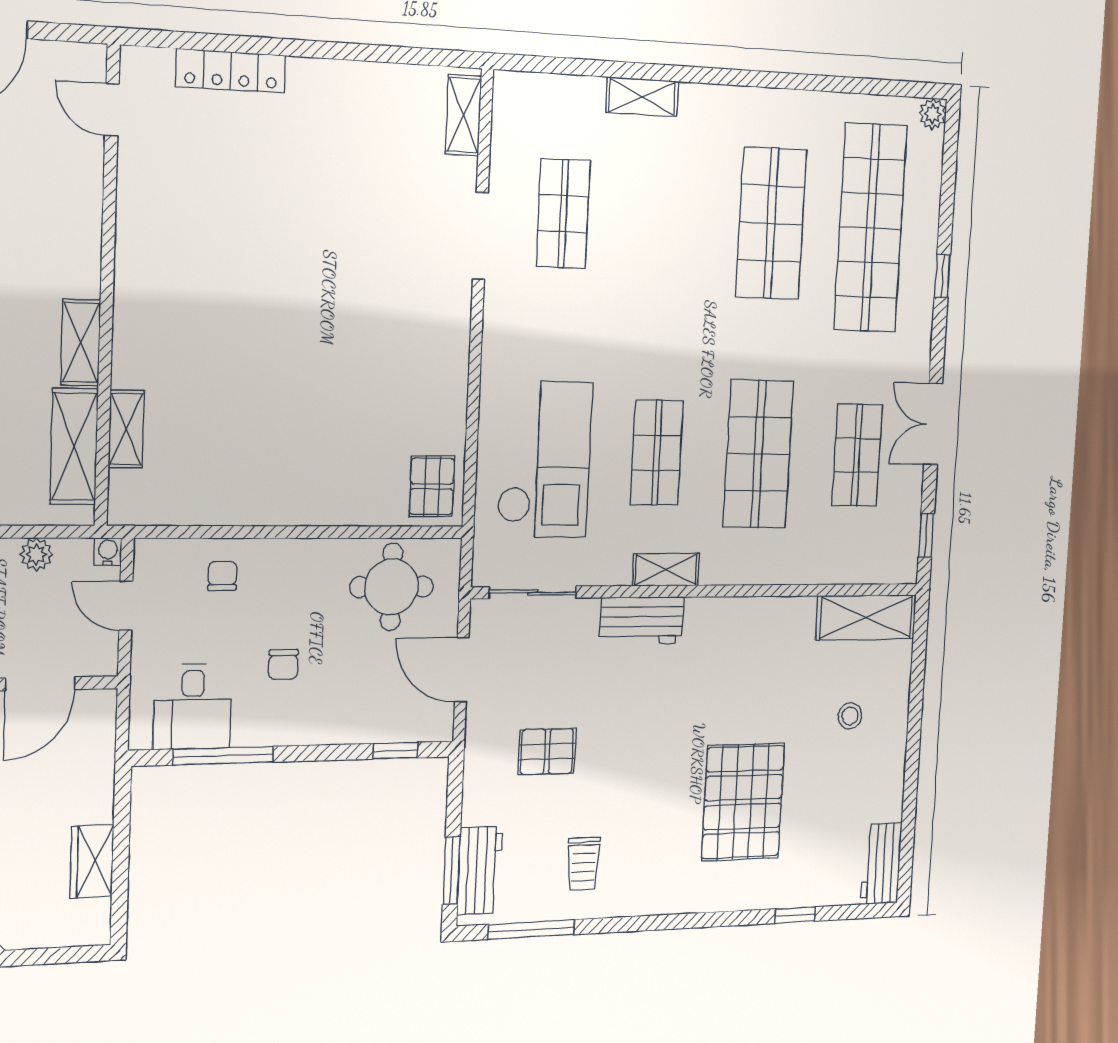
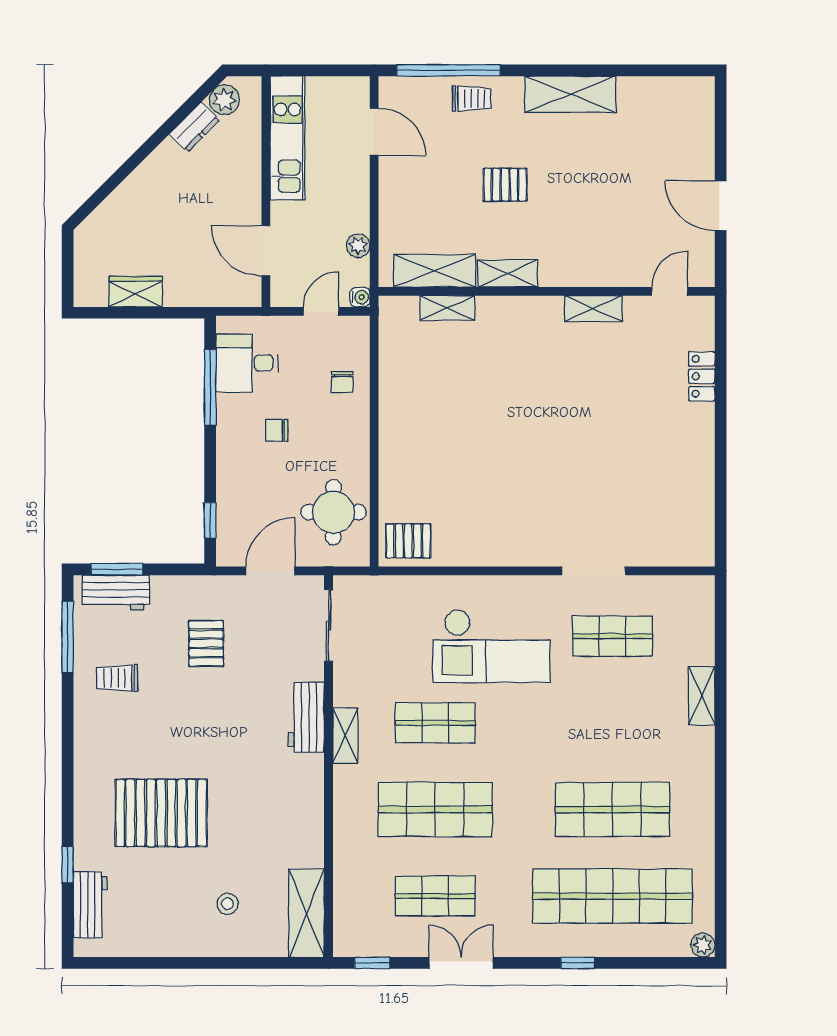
locker: (231, 71) -> (702, 376), width x0.66
shelving: (464, 115) -> (593, 309), moved
checkout: (545, 460) -> (491, 646), moved
chair: (222, 576) -> (342, 382), turned 90
workbench: (881, 864) -> (90, 905), moved, turned 90

